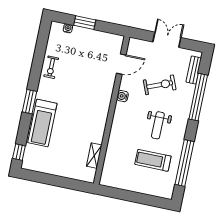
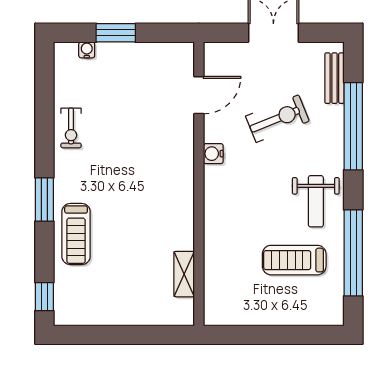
treadmill: (42, 123) -> (76, 234), width x0.73, depth x0.73
weight bench: (158, 125) -> (316, 201), moved

